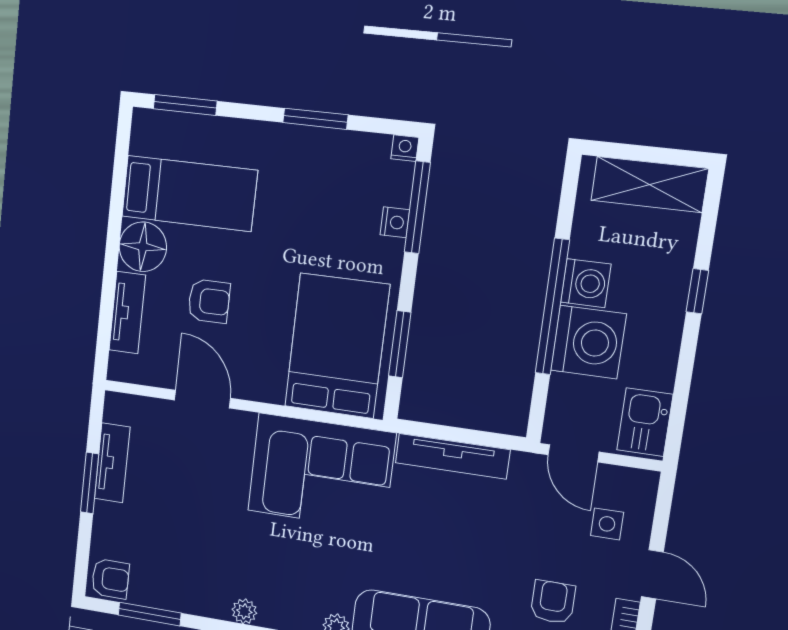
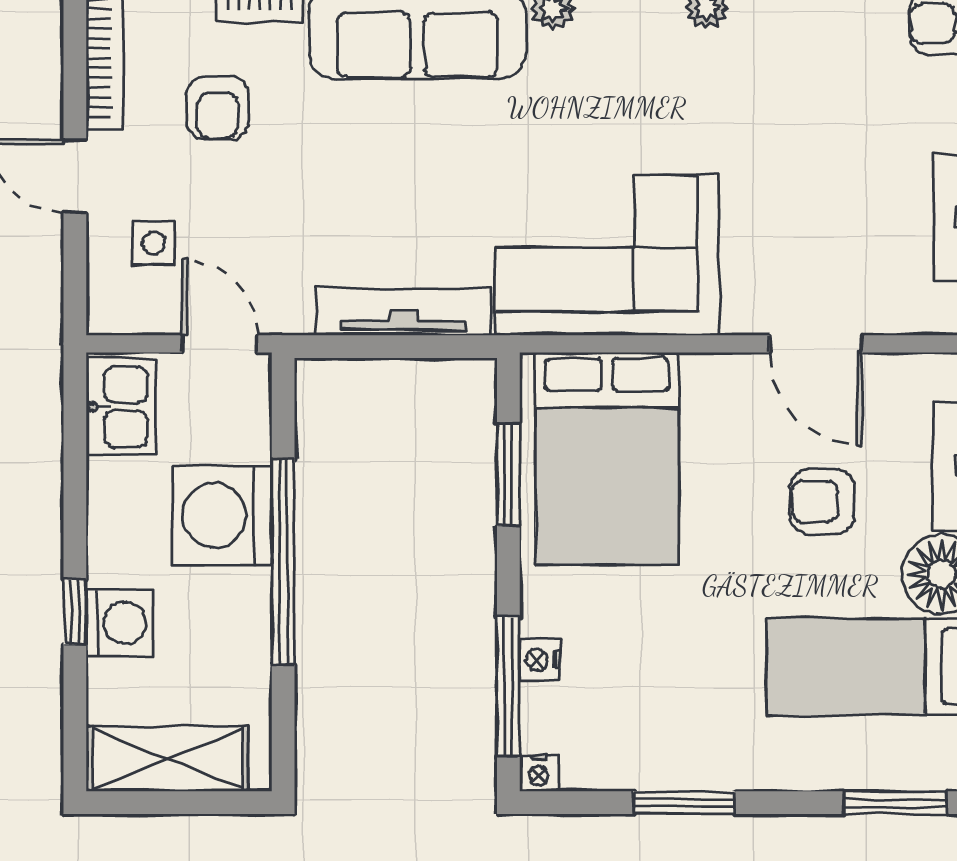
washing machine: (586, 283) -> (119, 623), moved, turned 180

